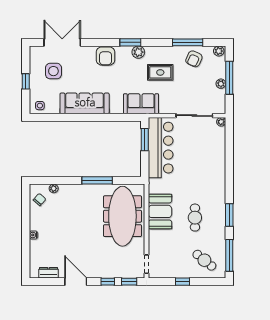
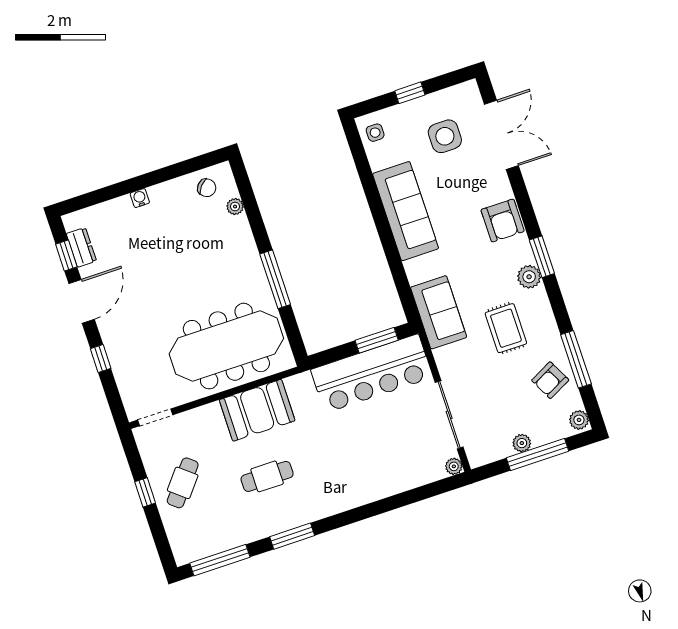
armchair: (106, 56) -> (503, 220), turned -90
armchair: (194, 59) -> (550, 380), turned -51
cafe table: (204, 260) -> (183, 483), moved
window: (129, 282) -> (66, 256), moved

